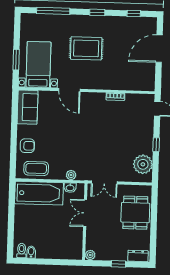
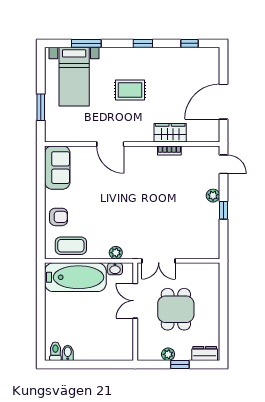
window: (53, 11) -> (86, 43), width x0.69
rug: (86, 48) -> (130, 90), width x0.73, depth x0.70
door: (159, 49) -> (223, 102), moved
bed with nightstands: (38, 65) -> (74, 77), moved, turned 180
wardrobe: (117, 83) -> (170, 133), added
plant: (143, 164) -> (213, 196), moved, width x0.53, depth x0.53
dining table: (135, 213) -> (176, 309), moved
plant: (90, 255) -> (168, 354), moved

